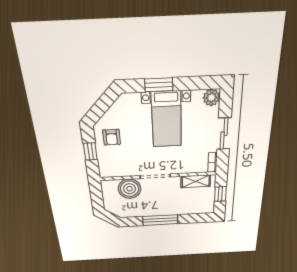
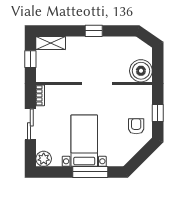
window: (159, 85) -> (90, 172), width x1.44
shelving: (196, 181) -> (51, 43), moved
boiler: (130, 189) -> (141, 71), moved
window: (160, 220) -> (94, 31), width x0.46

